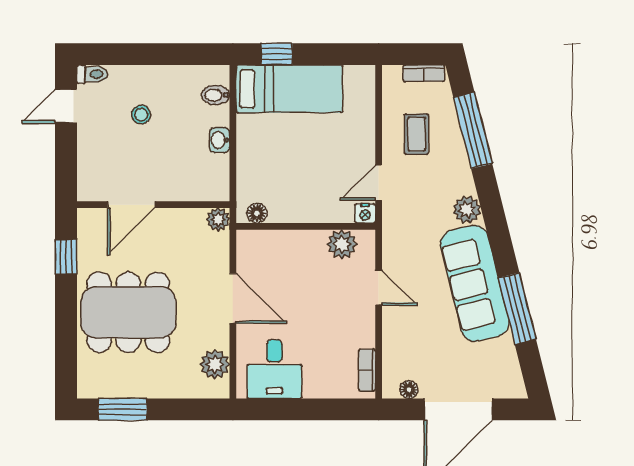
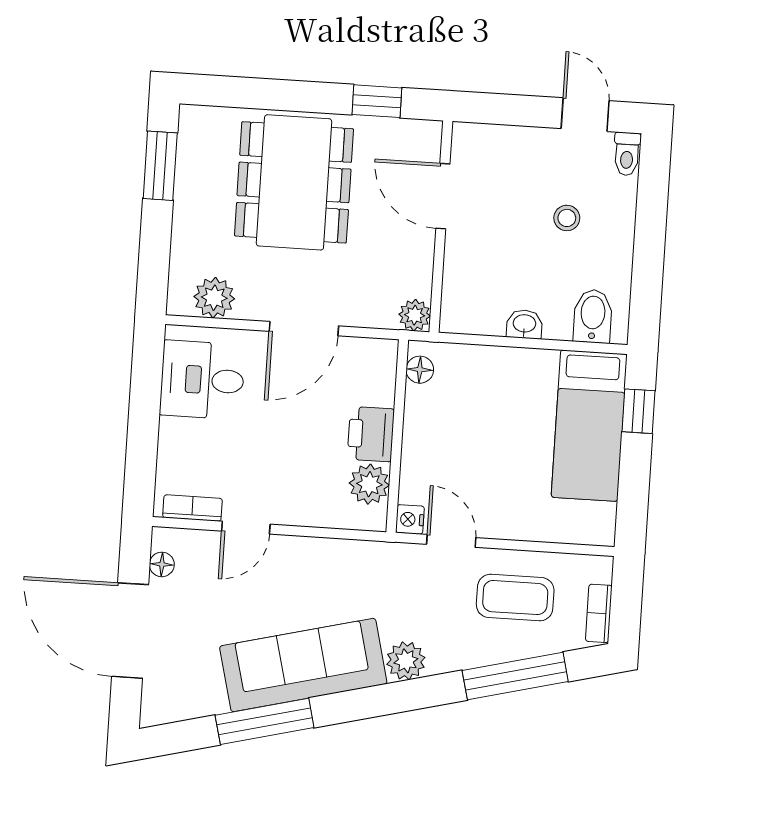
bidet: (216, 95) -> (593, 316), width x1.38, depth x1.36
coffee table: (416, 134) -> (515, 598), width x1.36, depth x1.30
printer: (306, 245) -> (371, 434), added
door: (379, 288) -> (246, 528), moved

